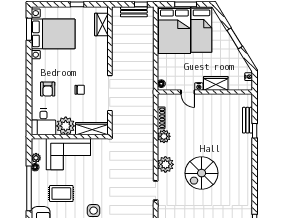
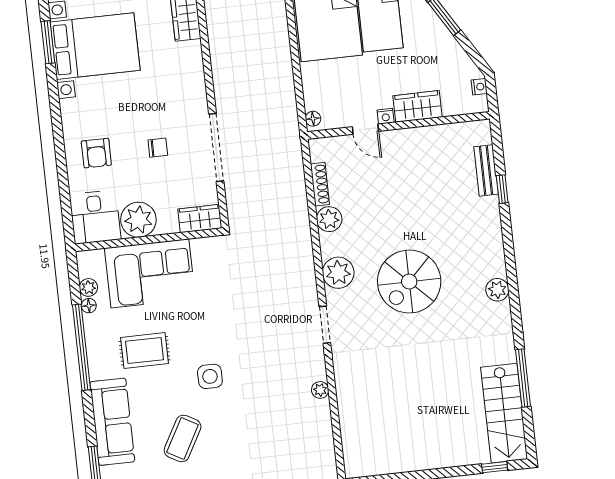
wardrobe: (92, 129) -> (200, 219), width x0.67
plant: (246, 182) -> (497, 290), added

